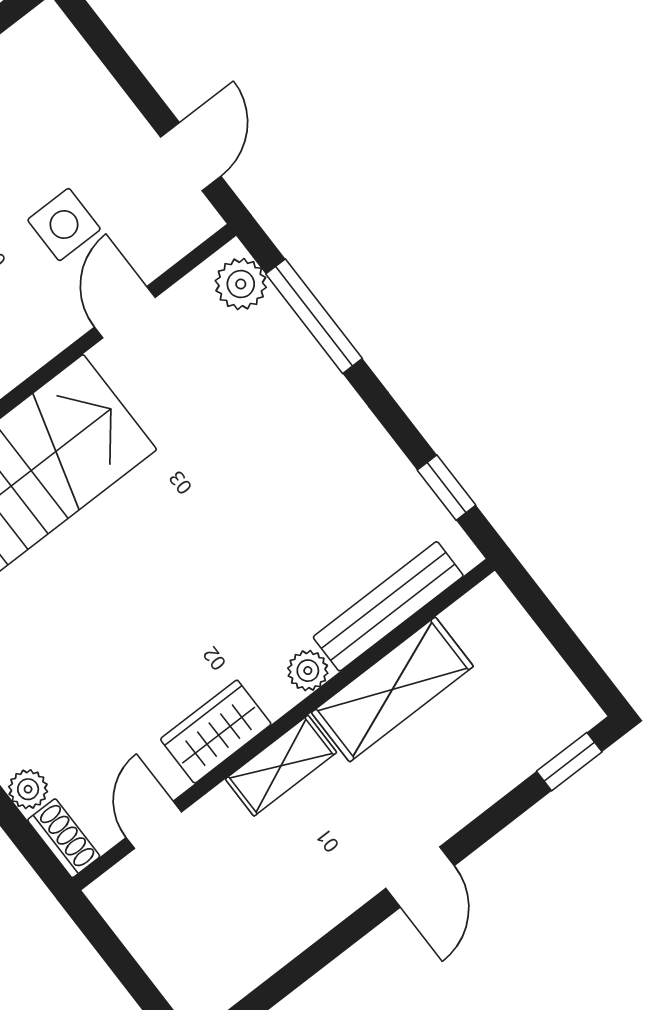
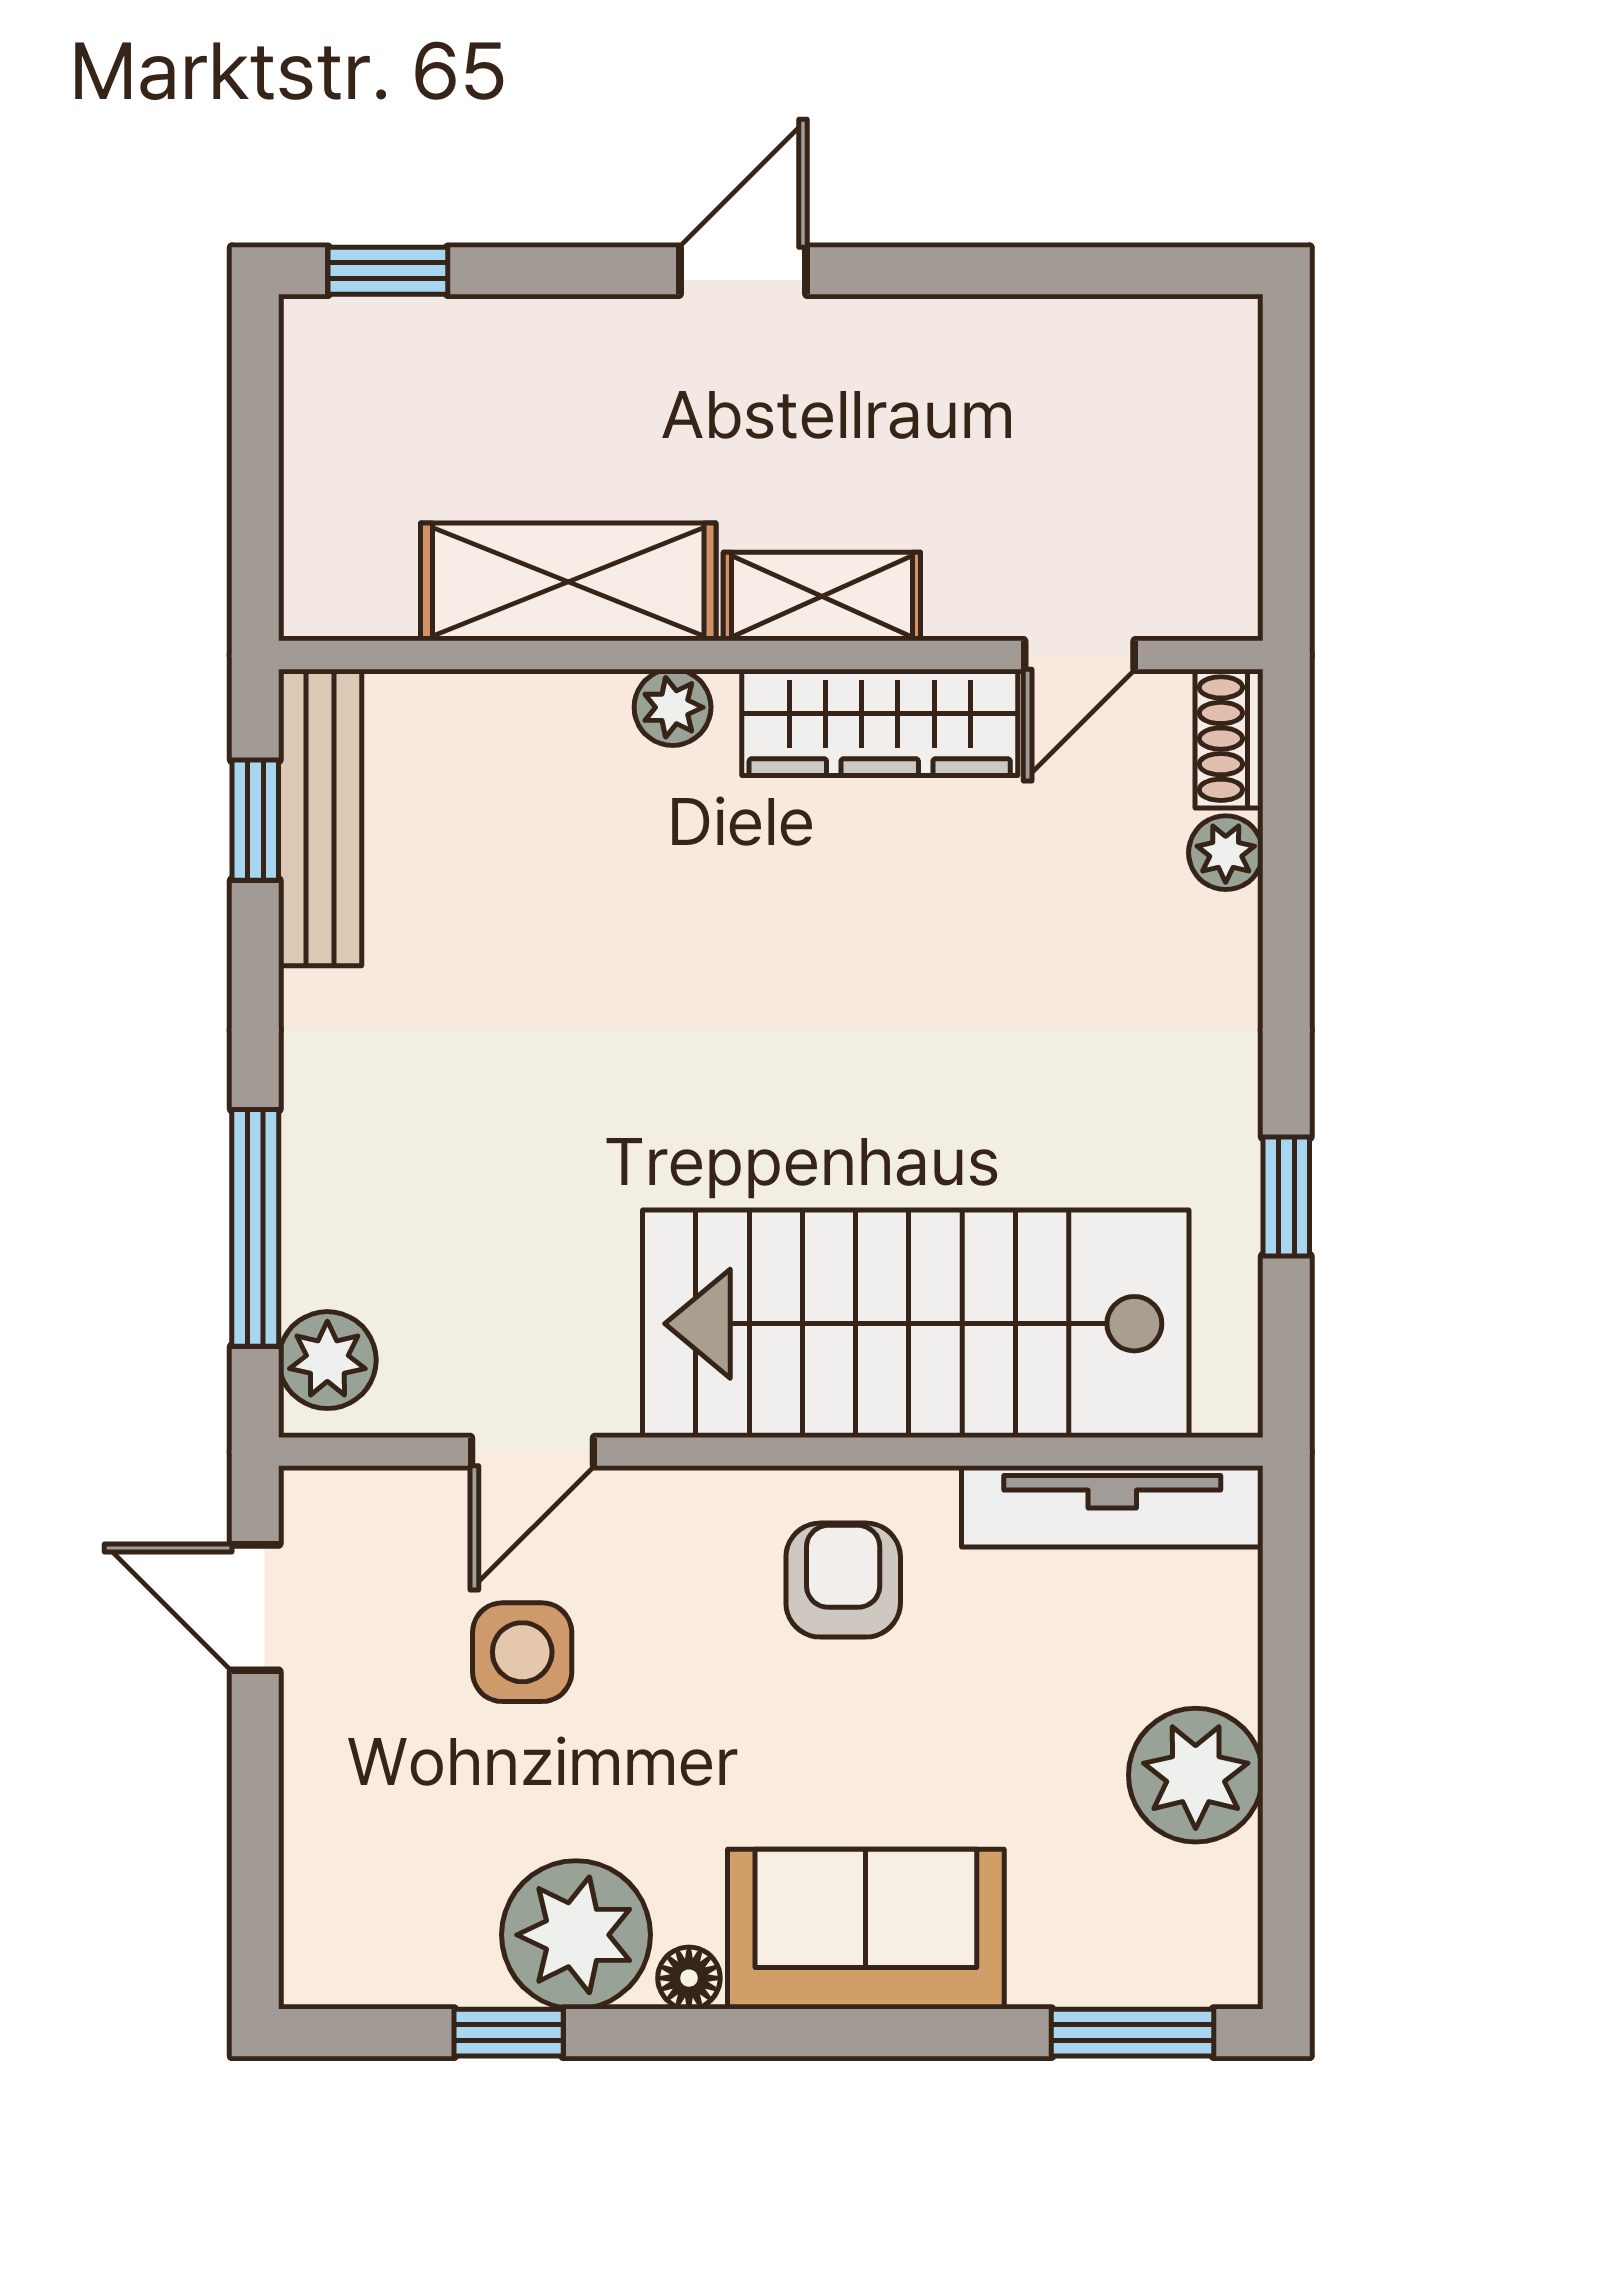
door: (191, 157) -> (255, 1608), hinge flipped
bench: (388, 606) -> (320, 818), moved, turned 90
wardrobe: (216, 732) -> (880, 722), width x1.50

